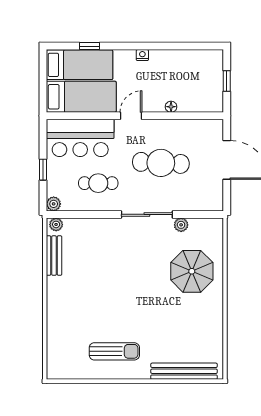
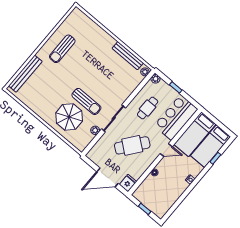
door: (131, 116) -> (166, 150), hinge flipped
fridge: (212, 129) -> (128, 183), added
cafe table: (161, 163) -> (132, 145), turned 35
bench: (54, 256) -> (128, 56), width x1.36
sun lounger: (154, 266) -> (86, 102), added

